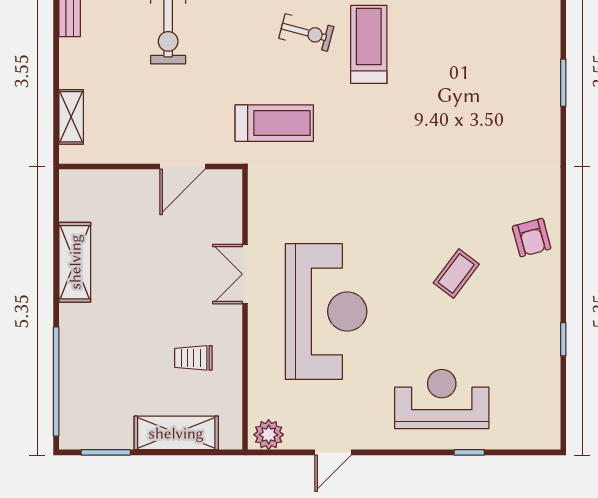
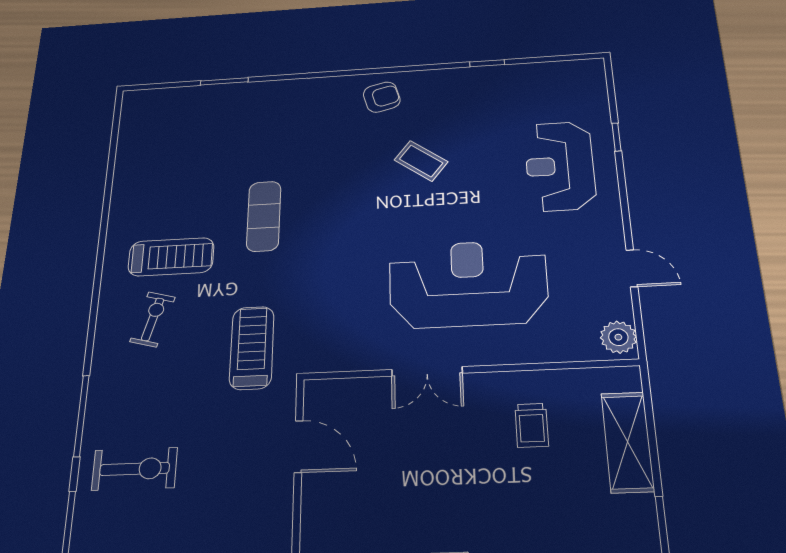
treadmill: (369, 44) -> (171, 257), turned 180
exercise mat: (406, 128) -> (264, 216), added

